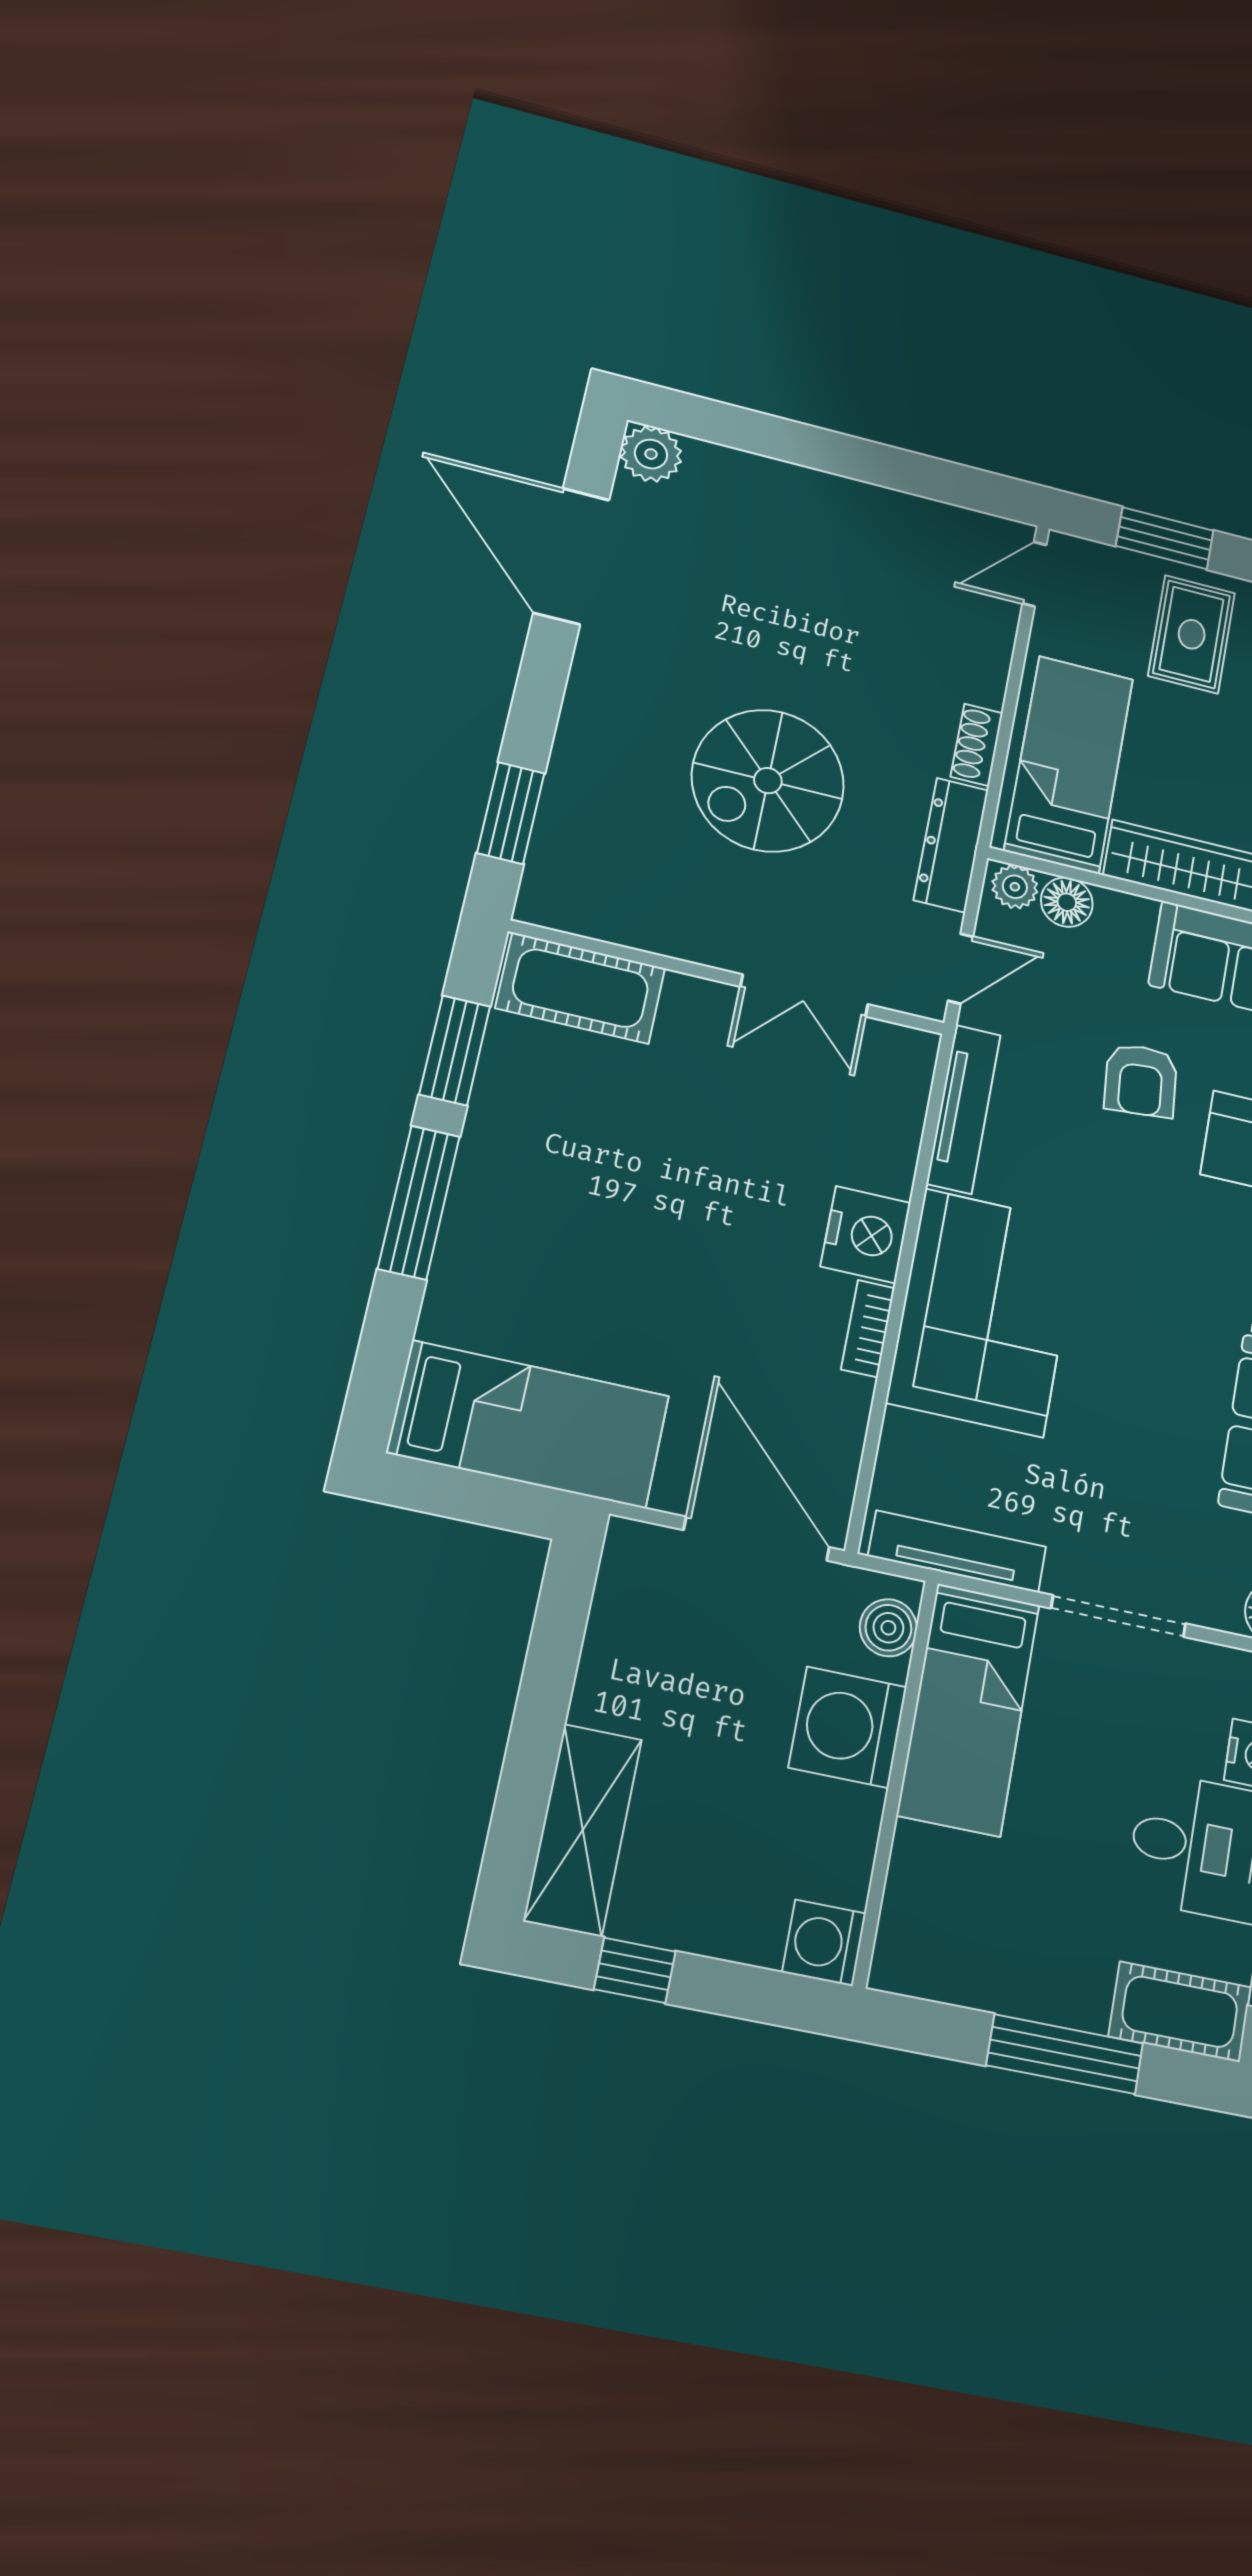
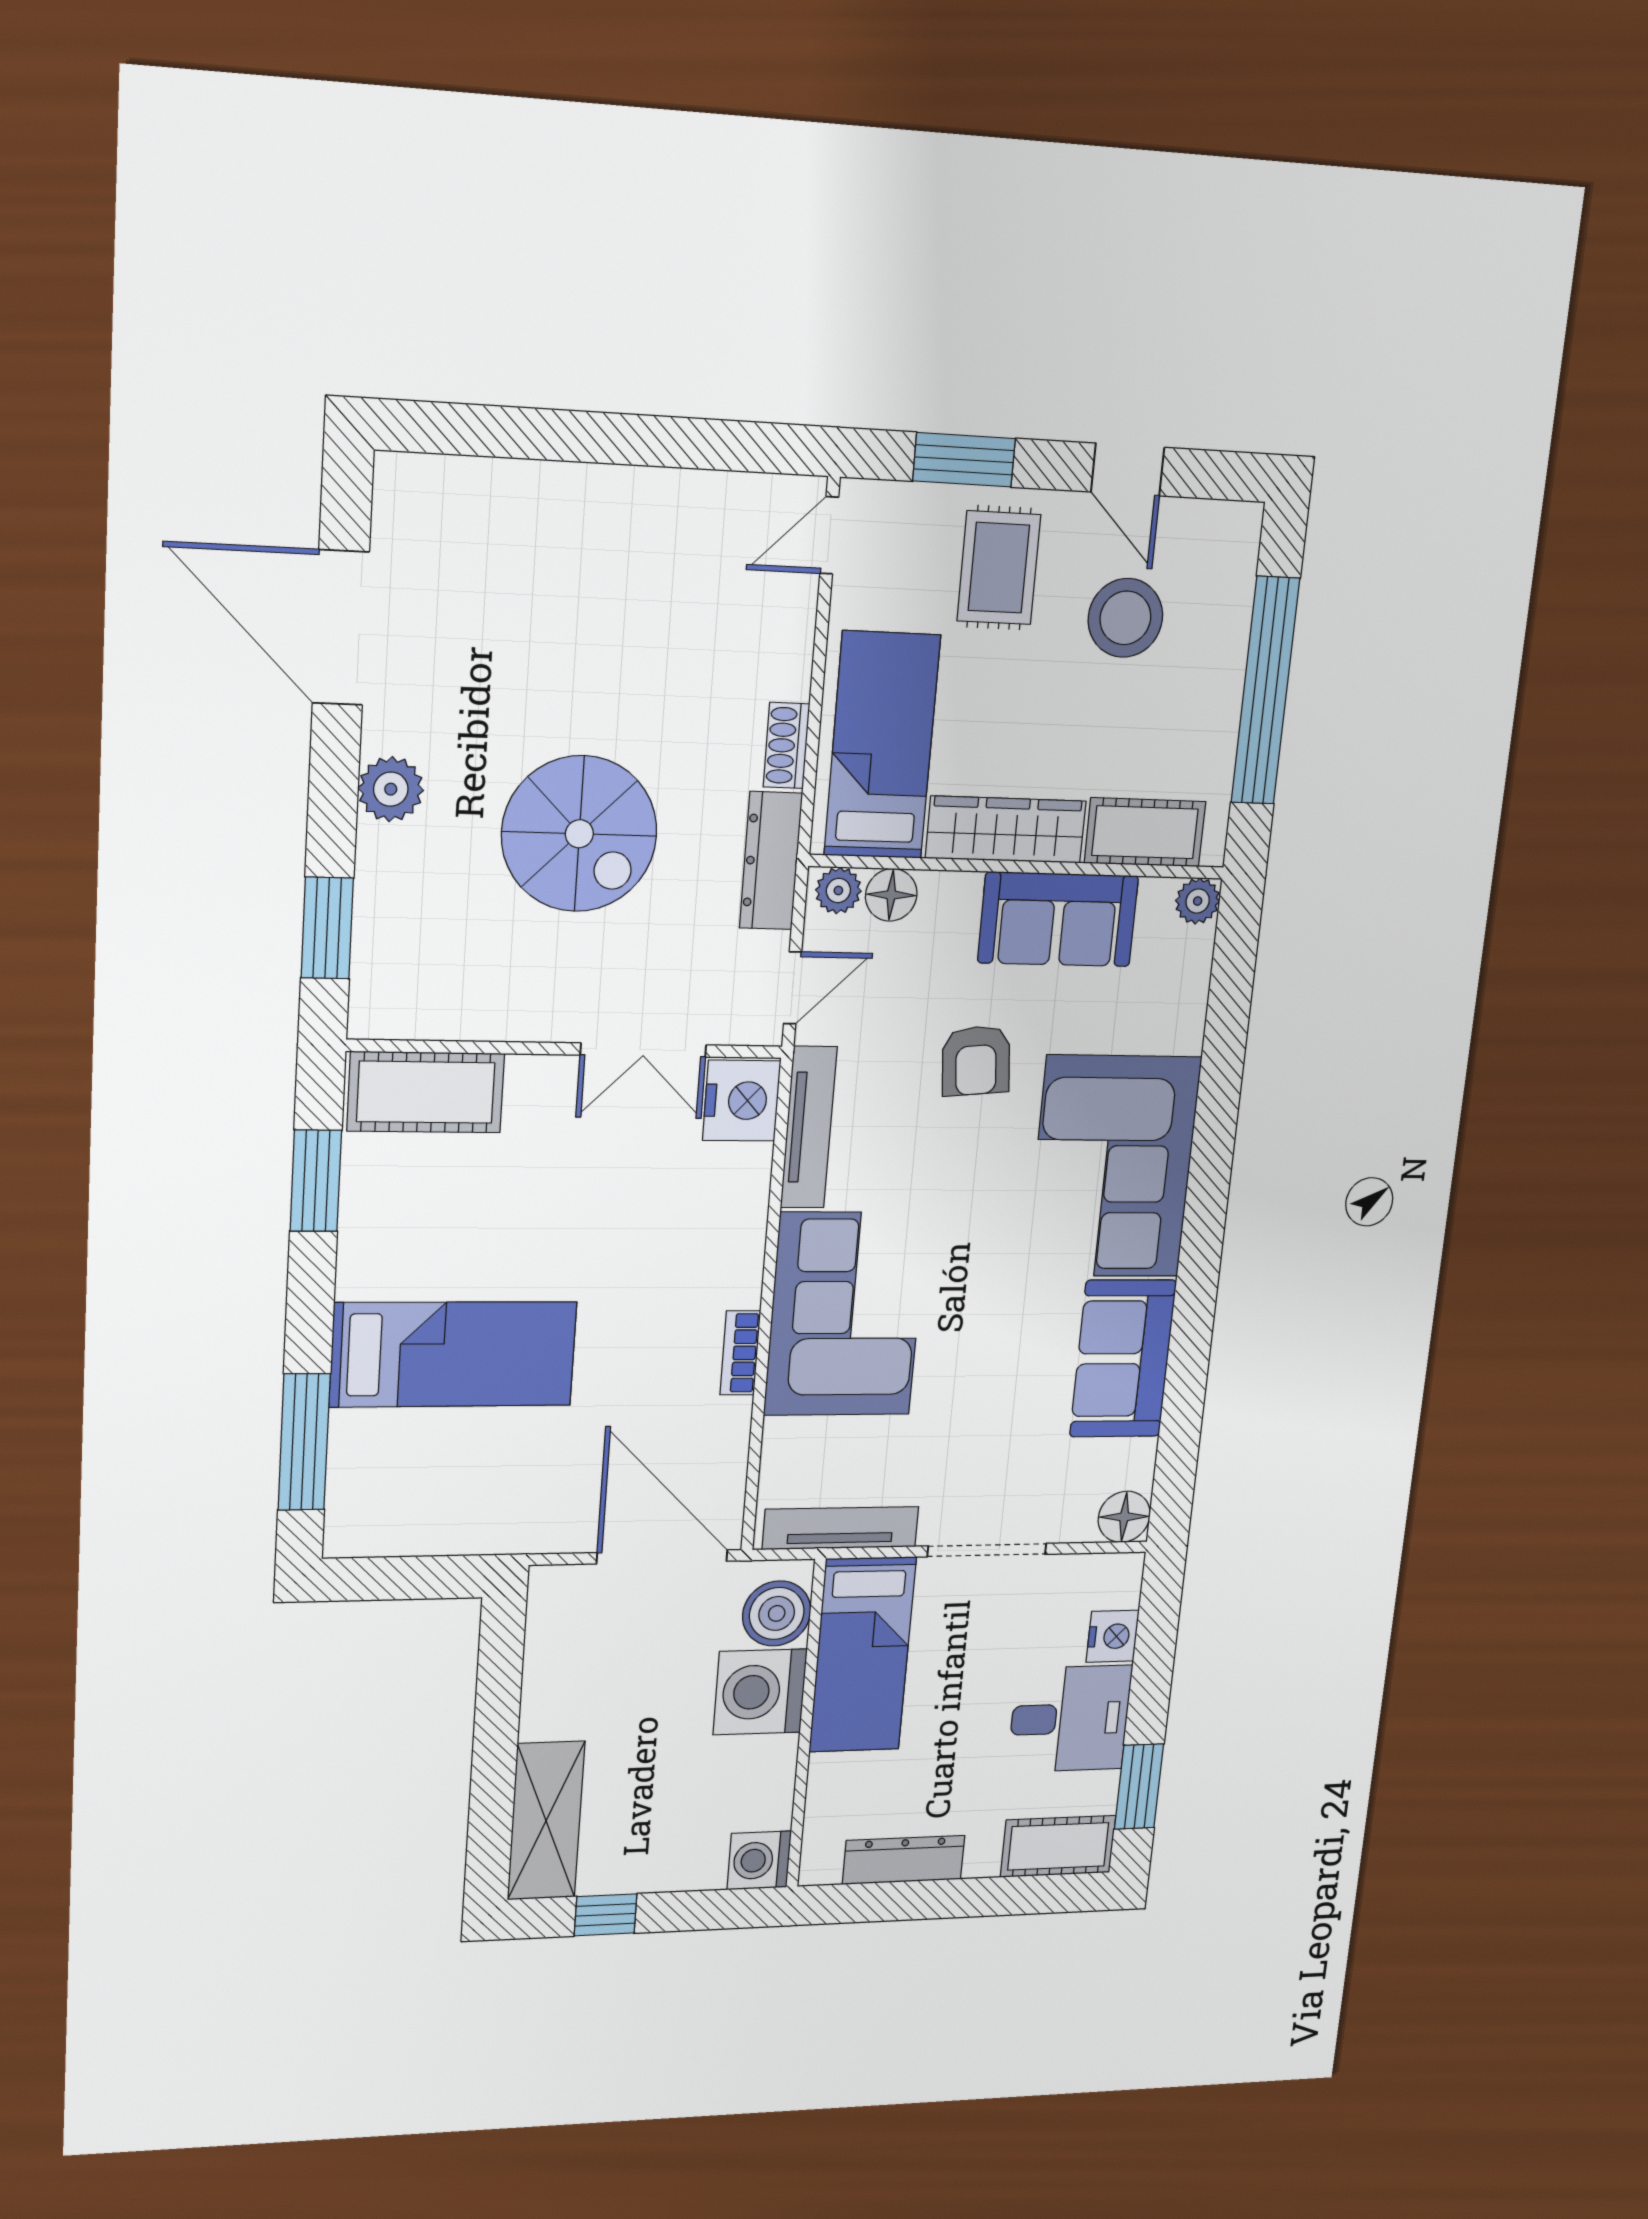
plant: (651, 454) -> (391, 789), moved
spiral stairs: (768, 781) -> (579, 834), turned -90
window: (419, 1202) -> (304, 1442), moved
nightstand: (866, 1235) -> (742, 1101), moved
bed: (529, 1424) -> (453, 1354), moved
boiler: (888, 1628) -> (777, 1613), width x1.36, depth x1.36
dresser: (995, 1984) -> (904, 1860), added
window: (1065, 2054) -> (966, 1898), removed

